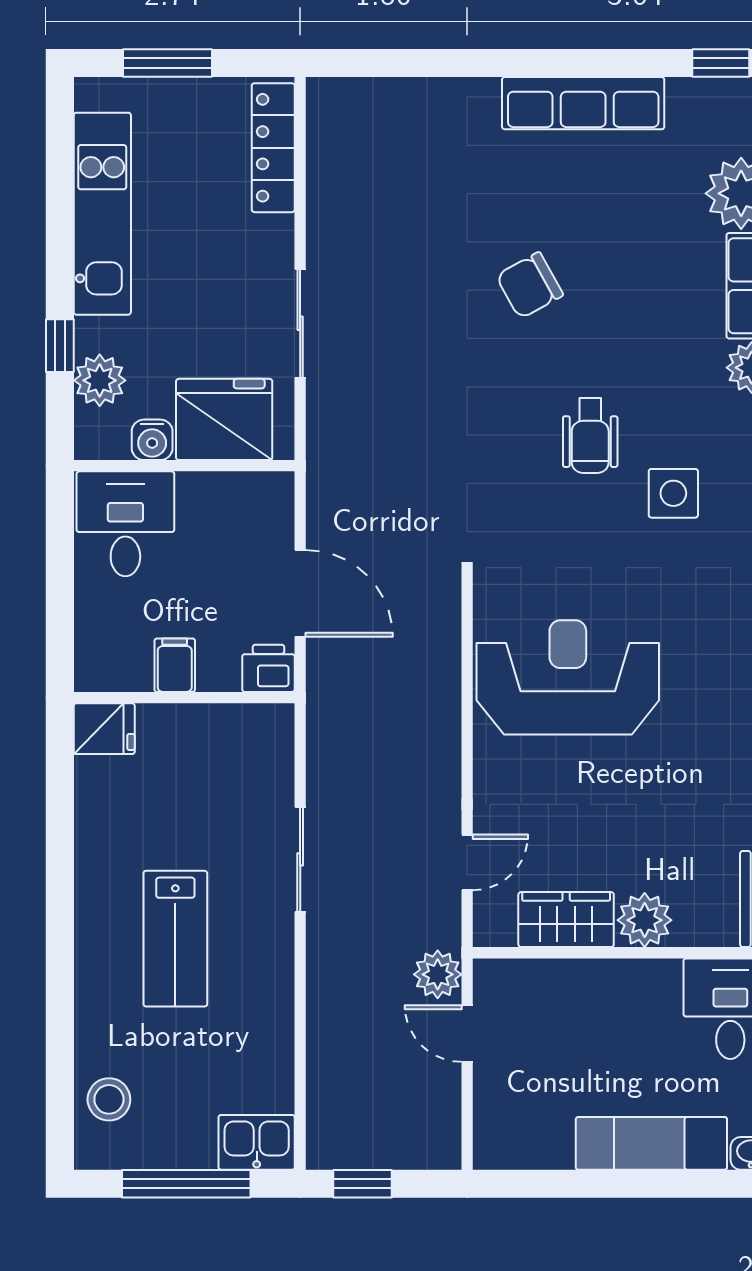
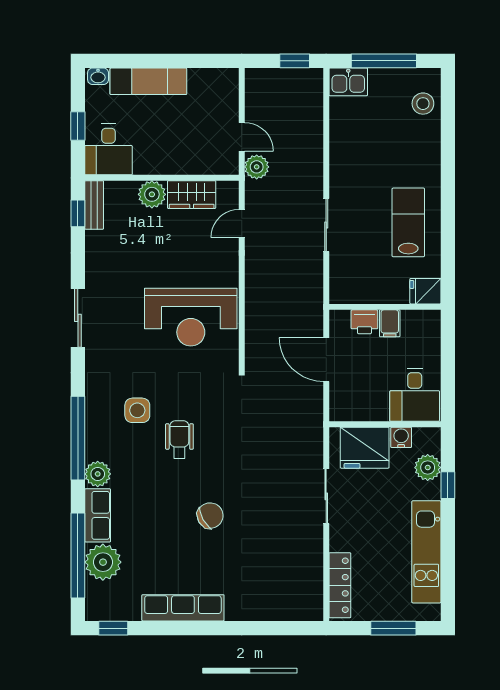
printer: (268, 668) -> (364, 322), moved
lab bench: (175, 939) -> (408, 222), moved

